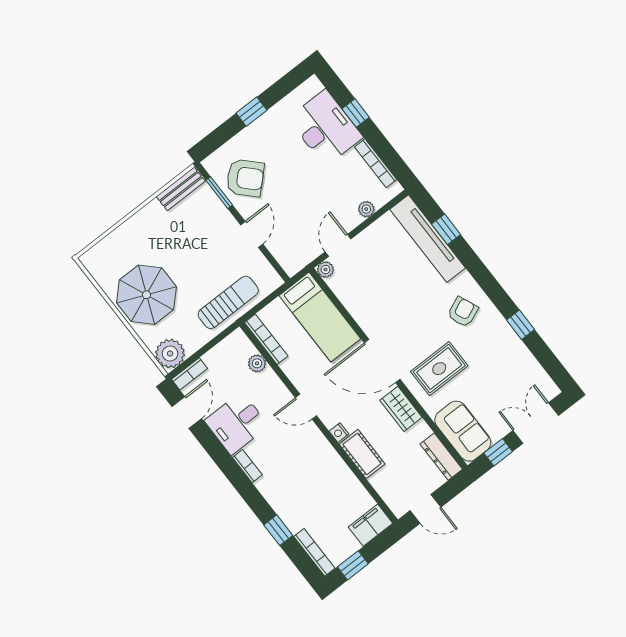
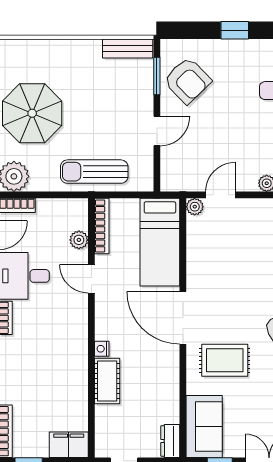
sun lounger: (228, 302) -> (94, 172), turned 180
door: (306, 407) -> (91, 279), moved
wardrobe: (401, 409) -> (168, 369), removed
dresser: (441, 457) -> (170, 441), width x0.70

